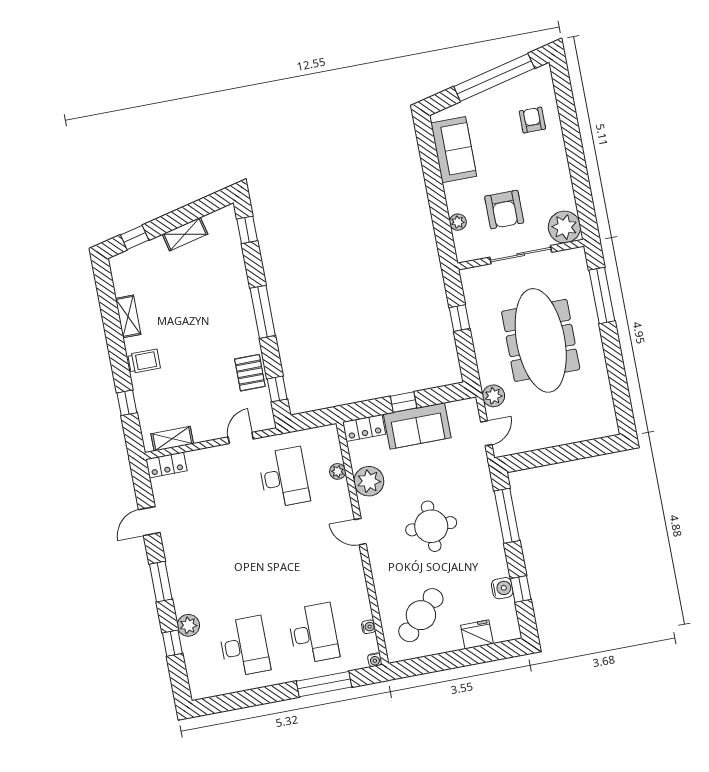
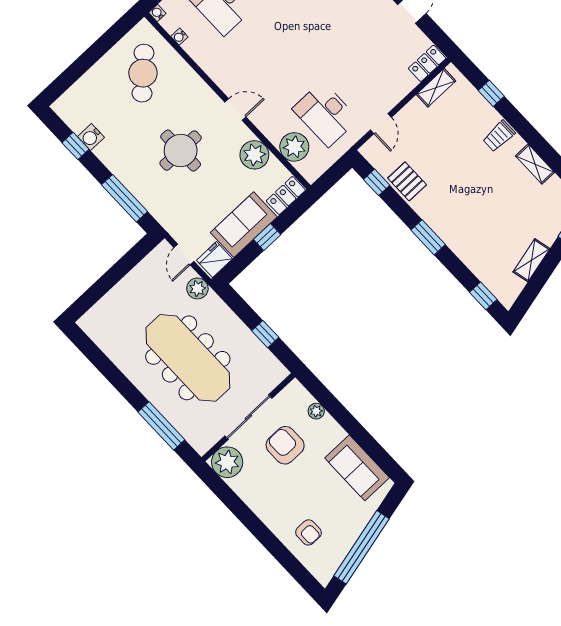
window: (263, 312) -> (428, 237), width x0.69
plant: (338, 471) -> (294, 147), width x1.88, depth x1.88
fridge: (477, 634) -> (215, 260), moved, turned 180

